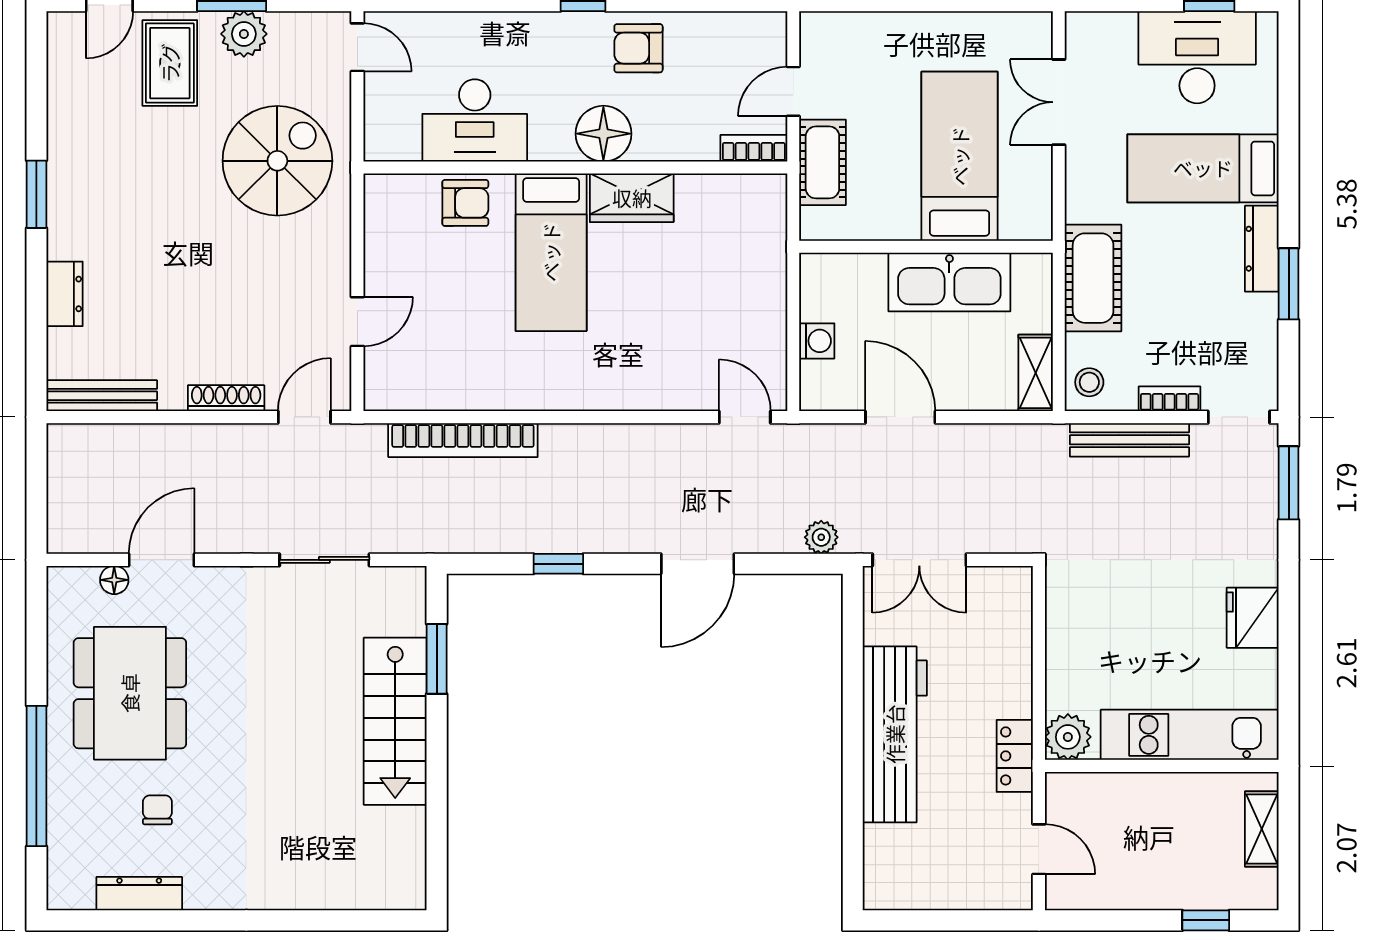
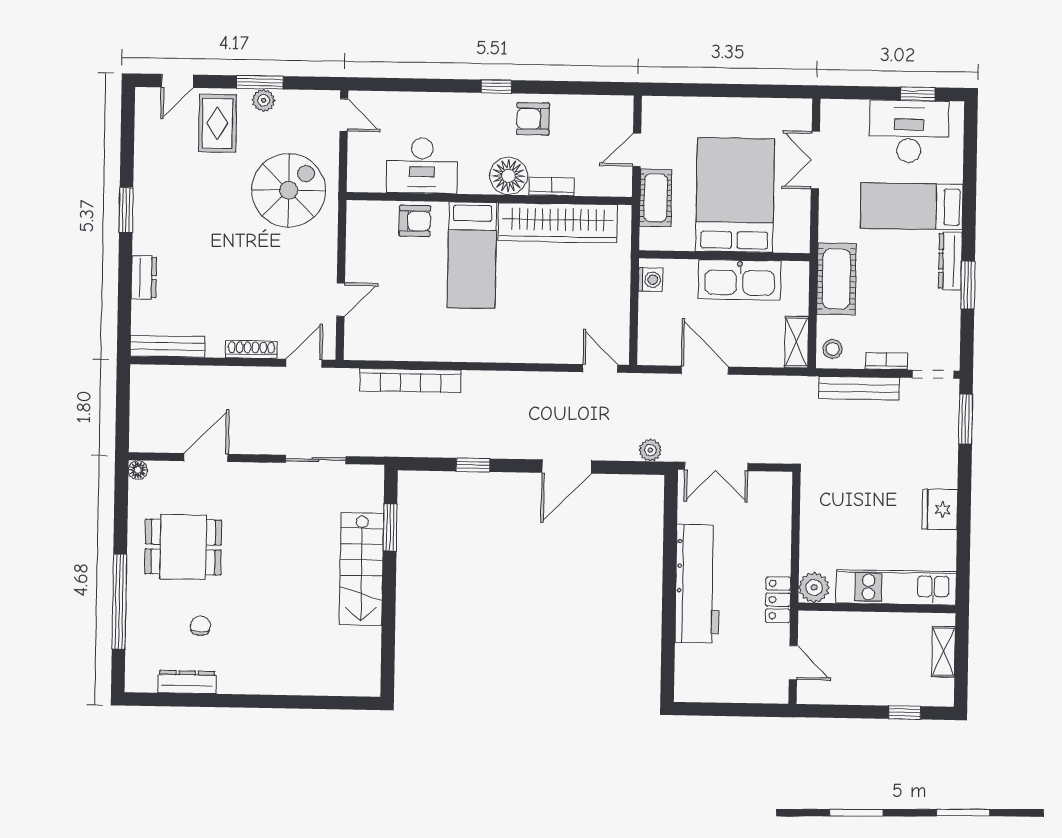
plant: (244, 34) -> (264, 100), width x0.73, depth x0.73
bookcase: (754, 148) -> (552, 186), moved
bed: (960, 156) -> (735, 195), width x1.50
wardrobe: (632, 198) -> (558, 223), width x2.10, depth x1.17
washing machine: (817, 341) -> (650, 280), moved
floor lamp: (114, 580) -> (138, 470), moved
dining table: (130, 693) -> (183, 547), width x0.73

